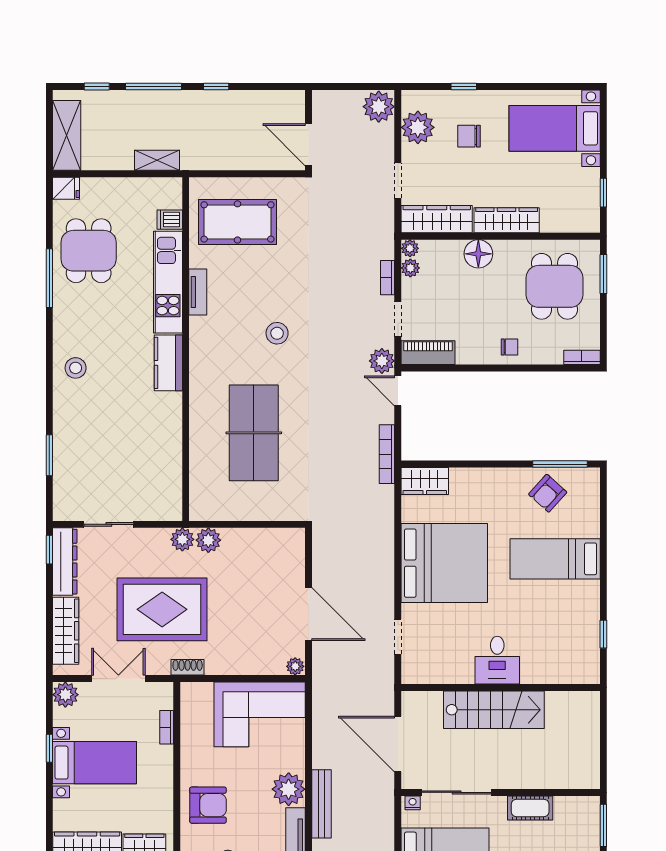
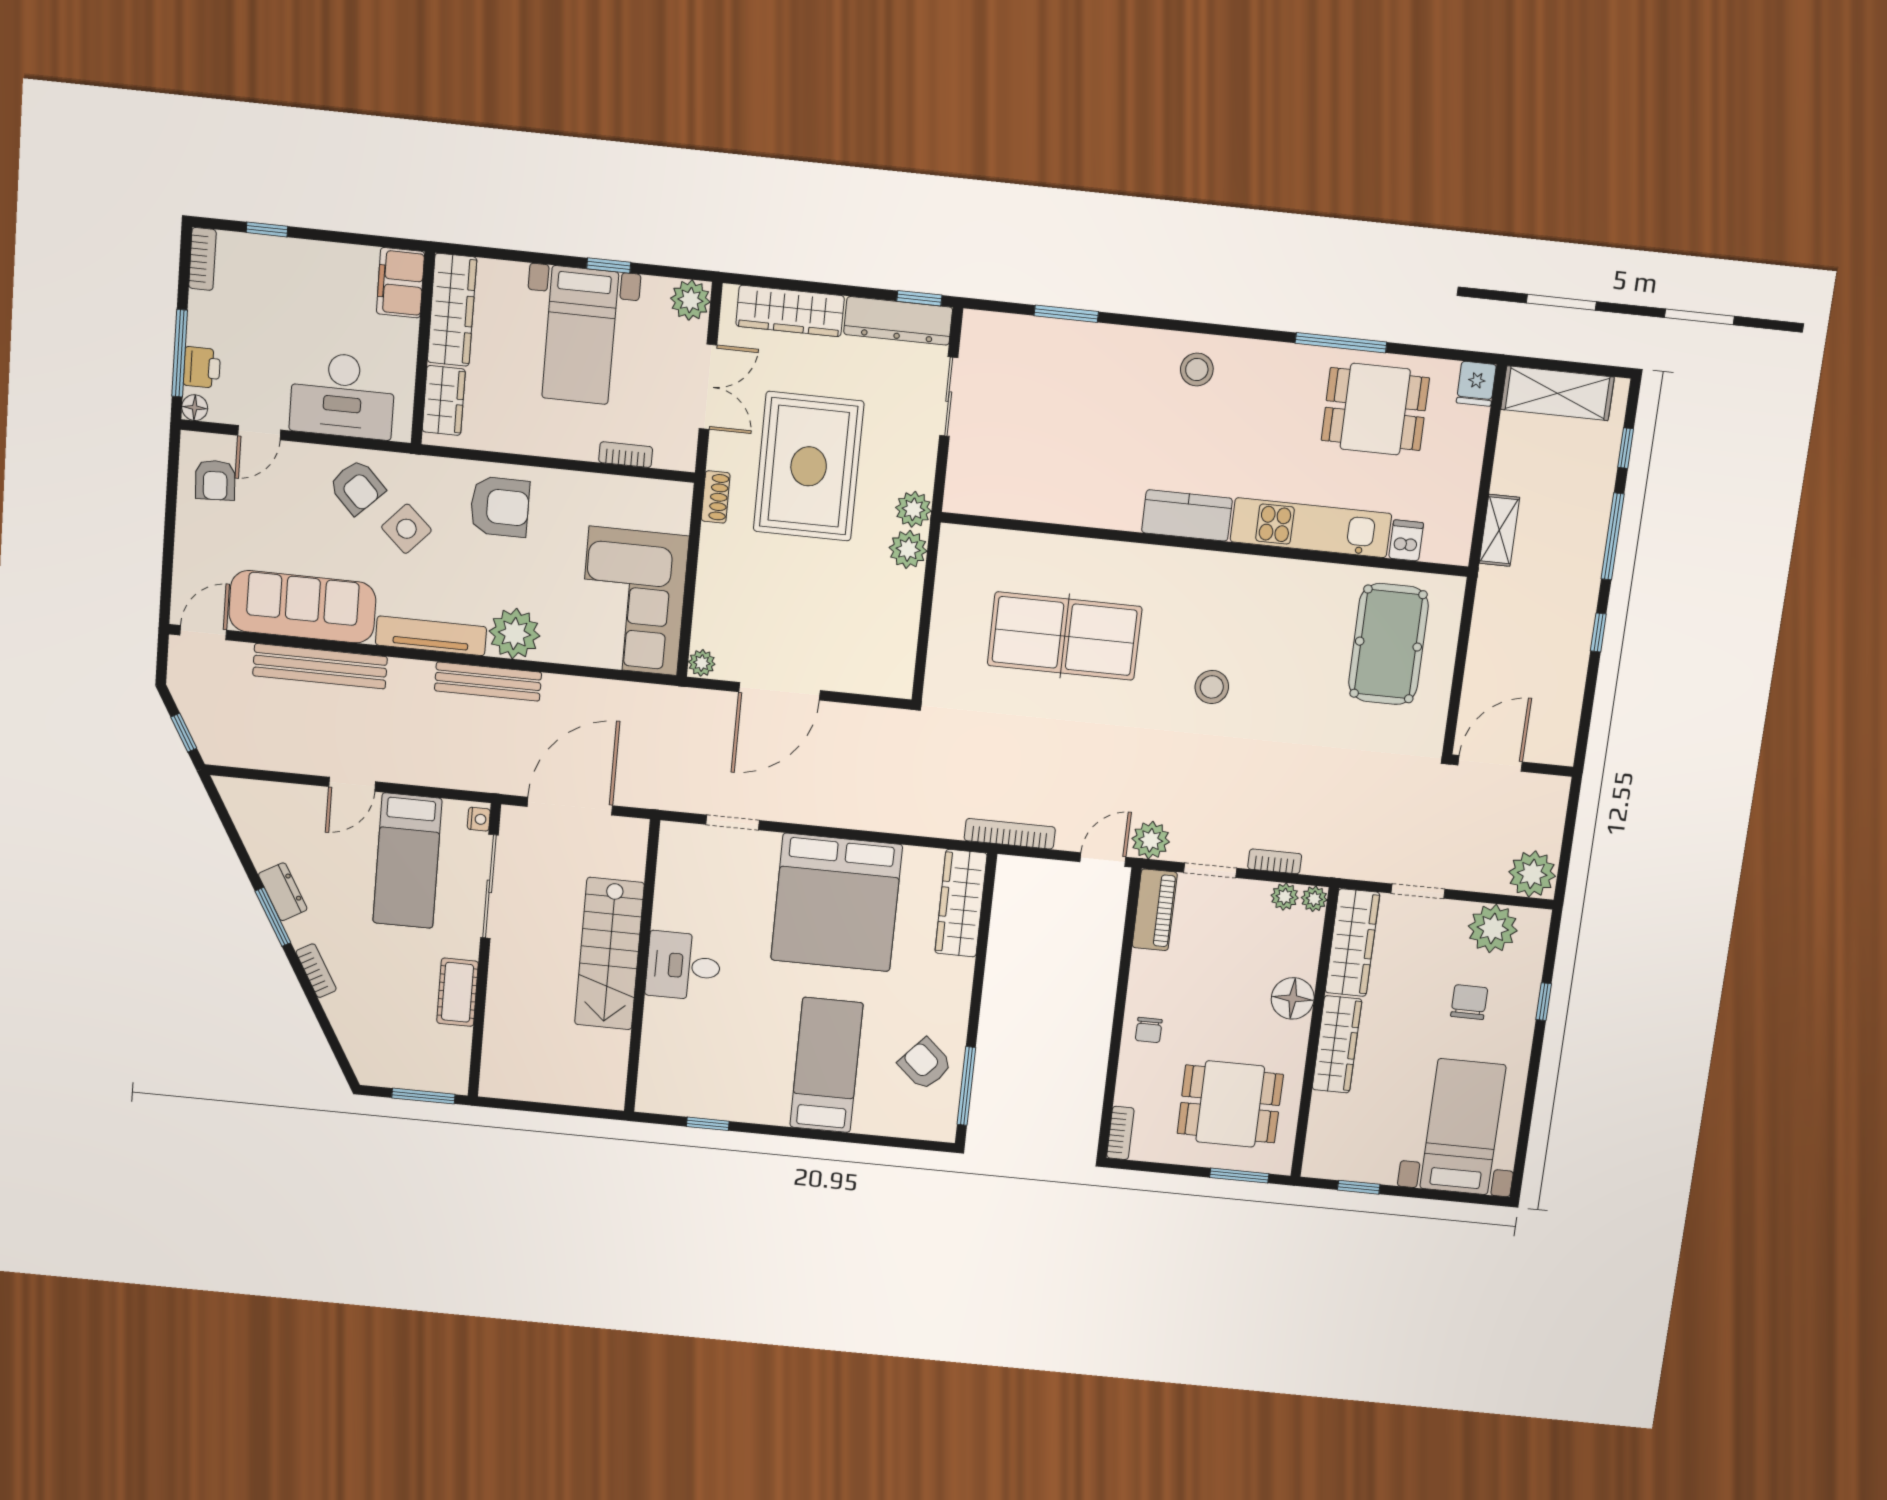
tv unit: (198, 292) -> (1290, 572), removed
wardrobe: (425, 481) -> (961, 903), width x1.50
armchair: (208, 805) -> (500, 507), turned -90

